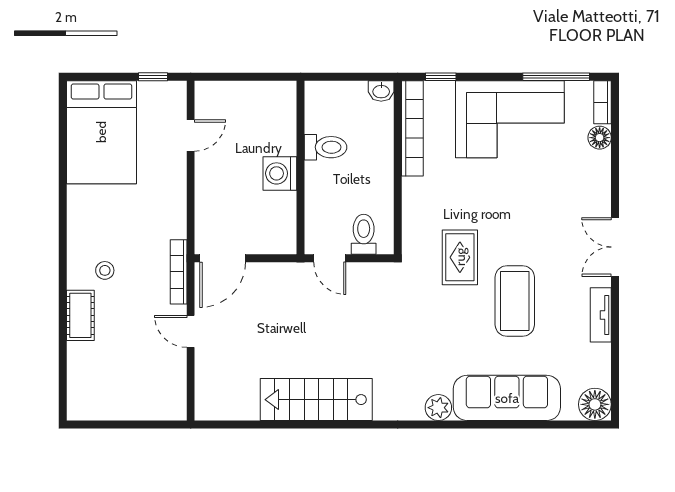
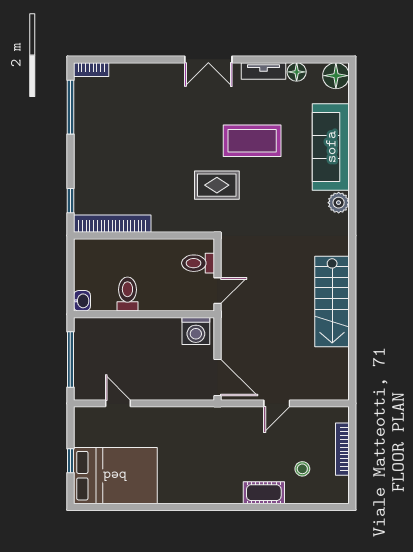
window: (153, 77) -> (70, 461), moved
window: (245, 77) -> (70, 360), added
washbasin: (381, 91) -> (82, 301), moved
corner sofa: (510, 119) -> (105, 145), removed
floor lamp: (600, 138) -> (297, 72), moved
washing machine: (280, 173) -> (196, 331), moved
stool: (105, 270) -> (302, 469), moved
bookcase: (179, 272) -> (342, 449), moved, turned 90

